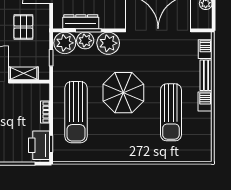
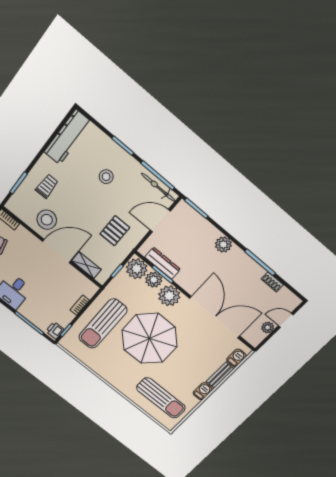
parasol: (123, 93) -> (149, 338), width x1.36, depth x1.36
sun lounger: (171, 112) -> (161, 398), moved, turned -90
printer: (39, 145) -> (55, 330), width x0.53, depth x0.68

